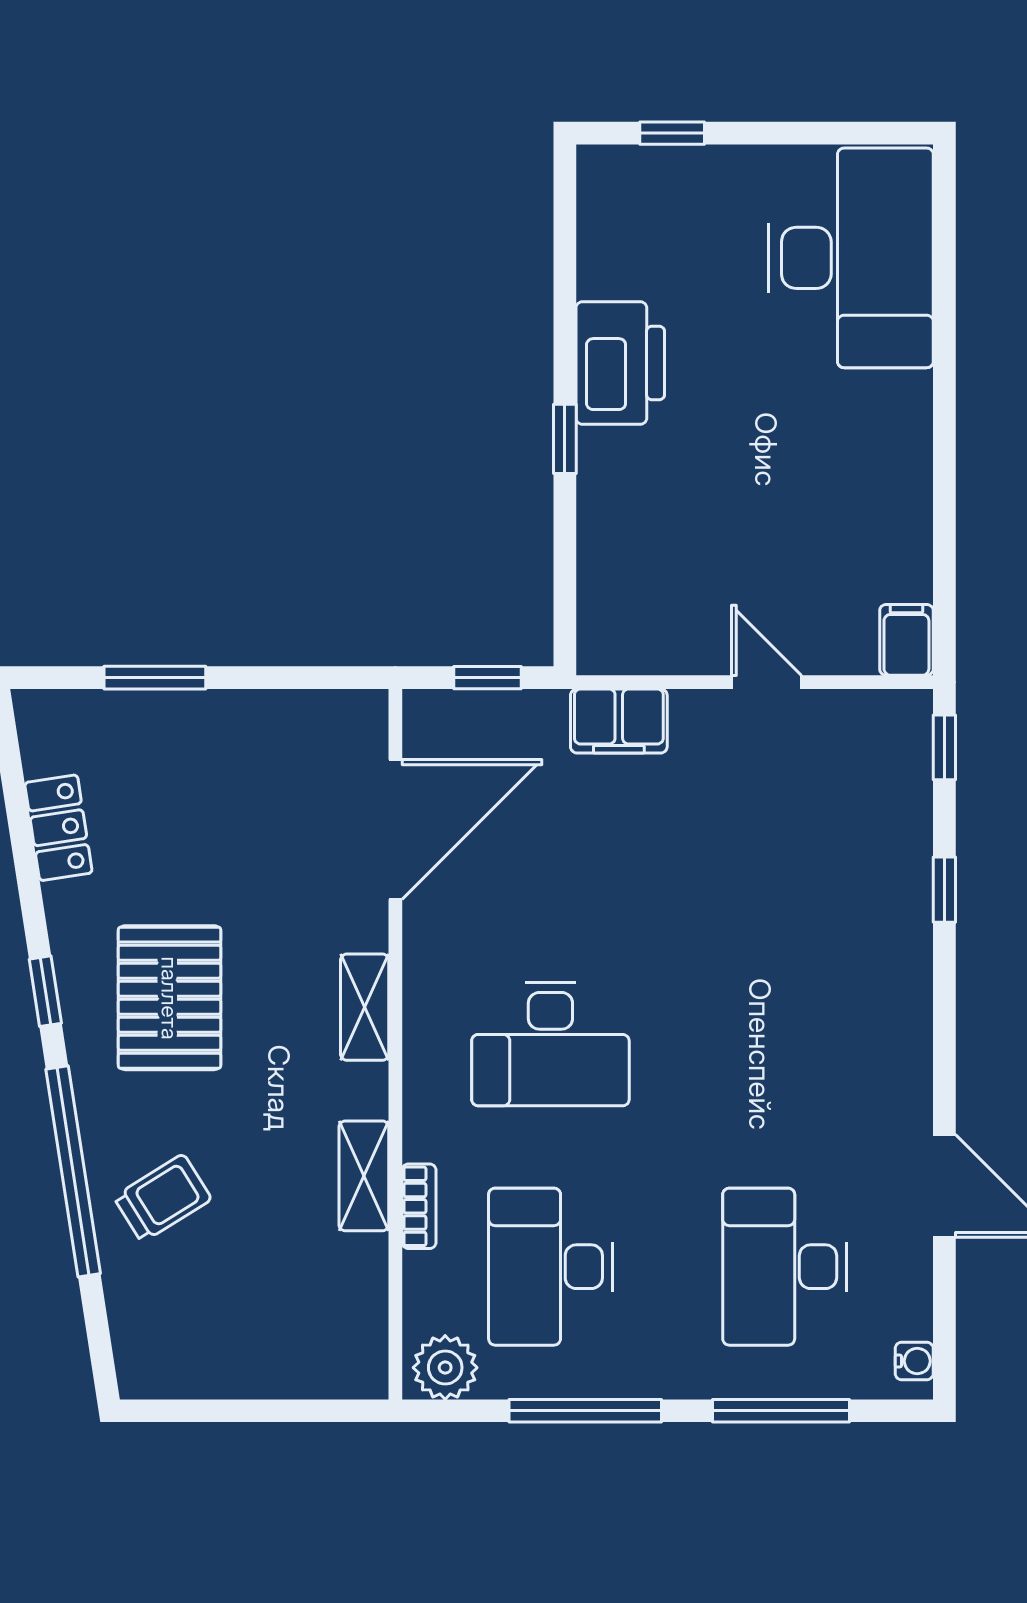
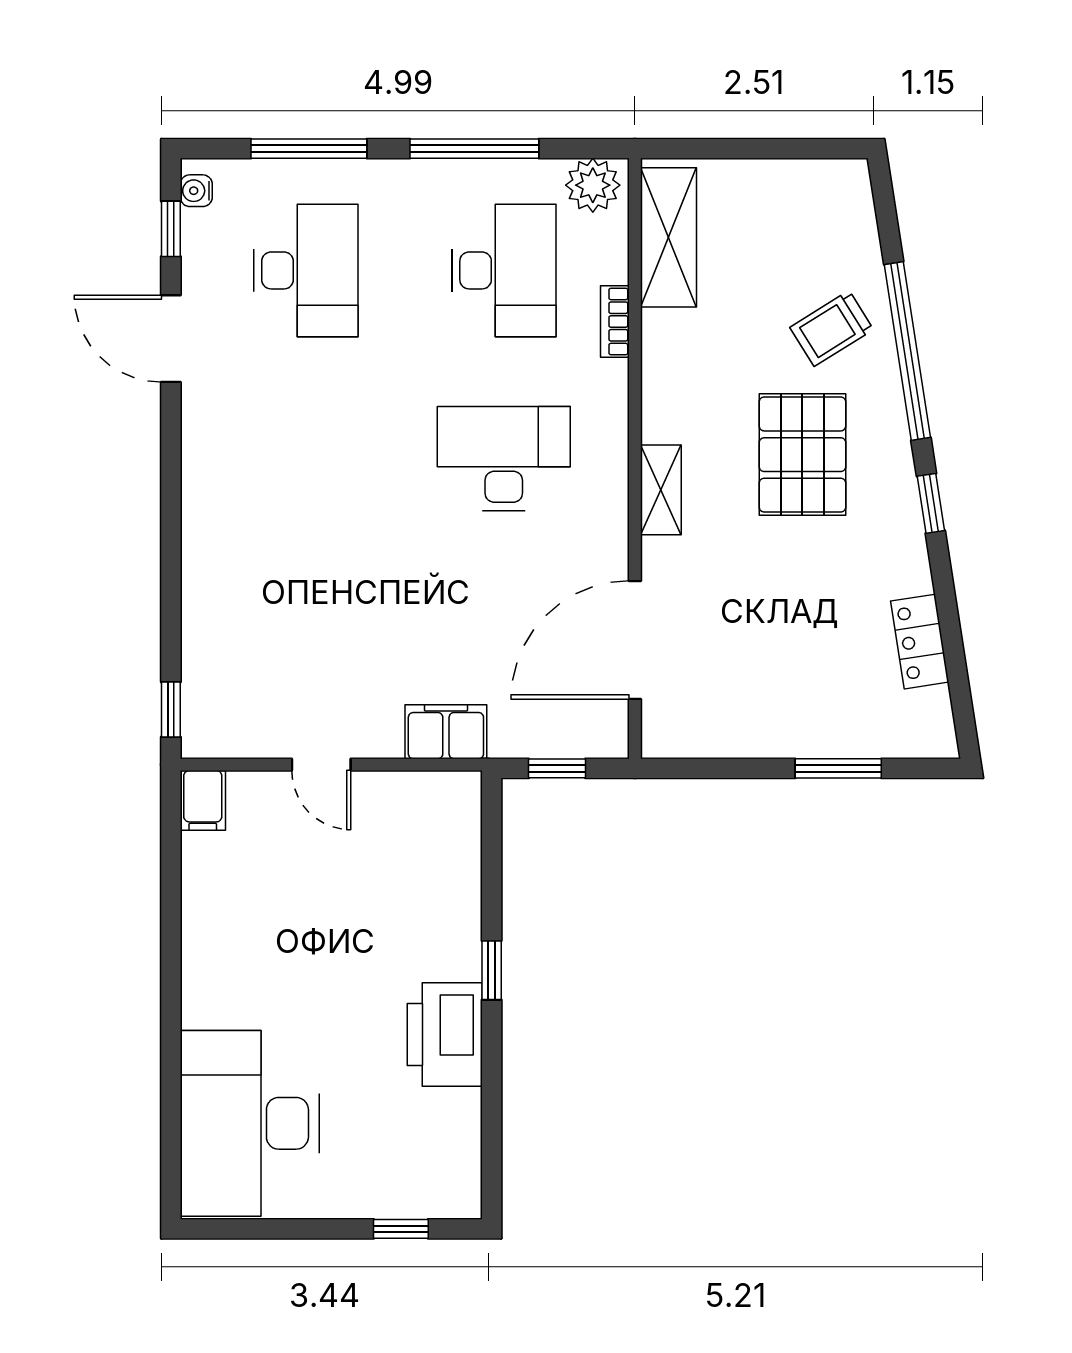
window: (944, 890) -> (171, 229), moved
pallet: (170, 998) -> (802, 455), moved
shelving: (364, 1176) -> (669, 237), moved, width x1.50, depth x1.33

